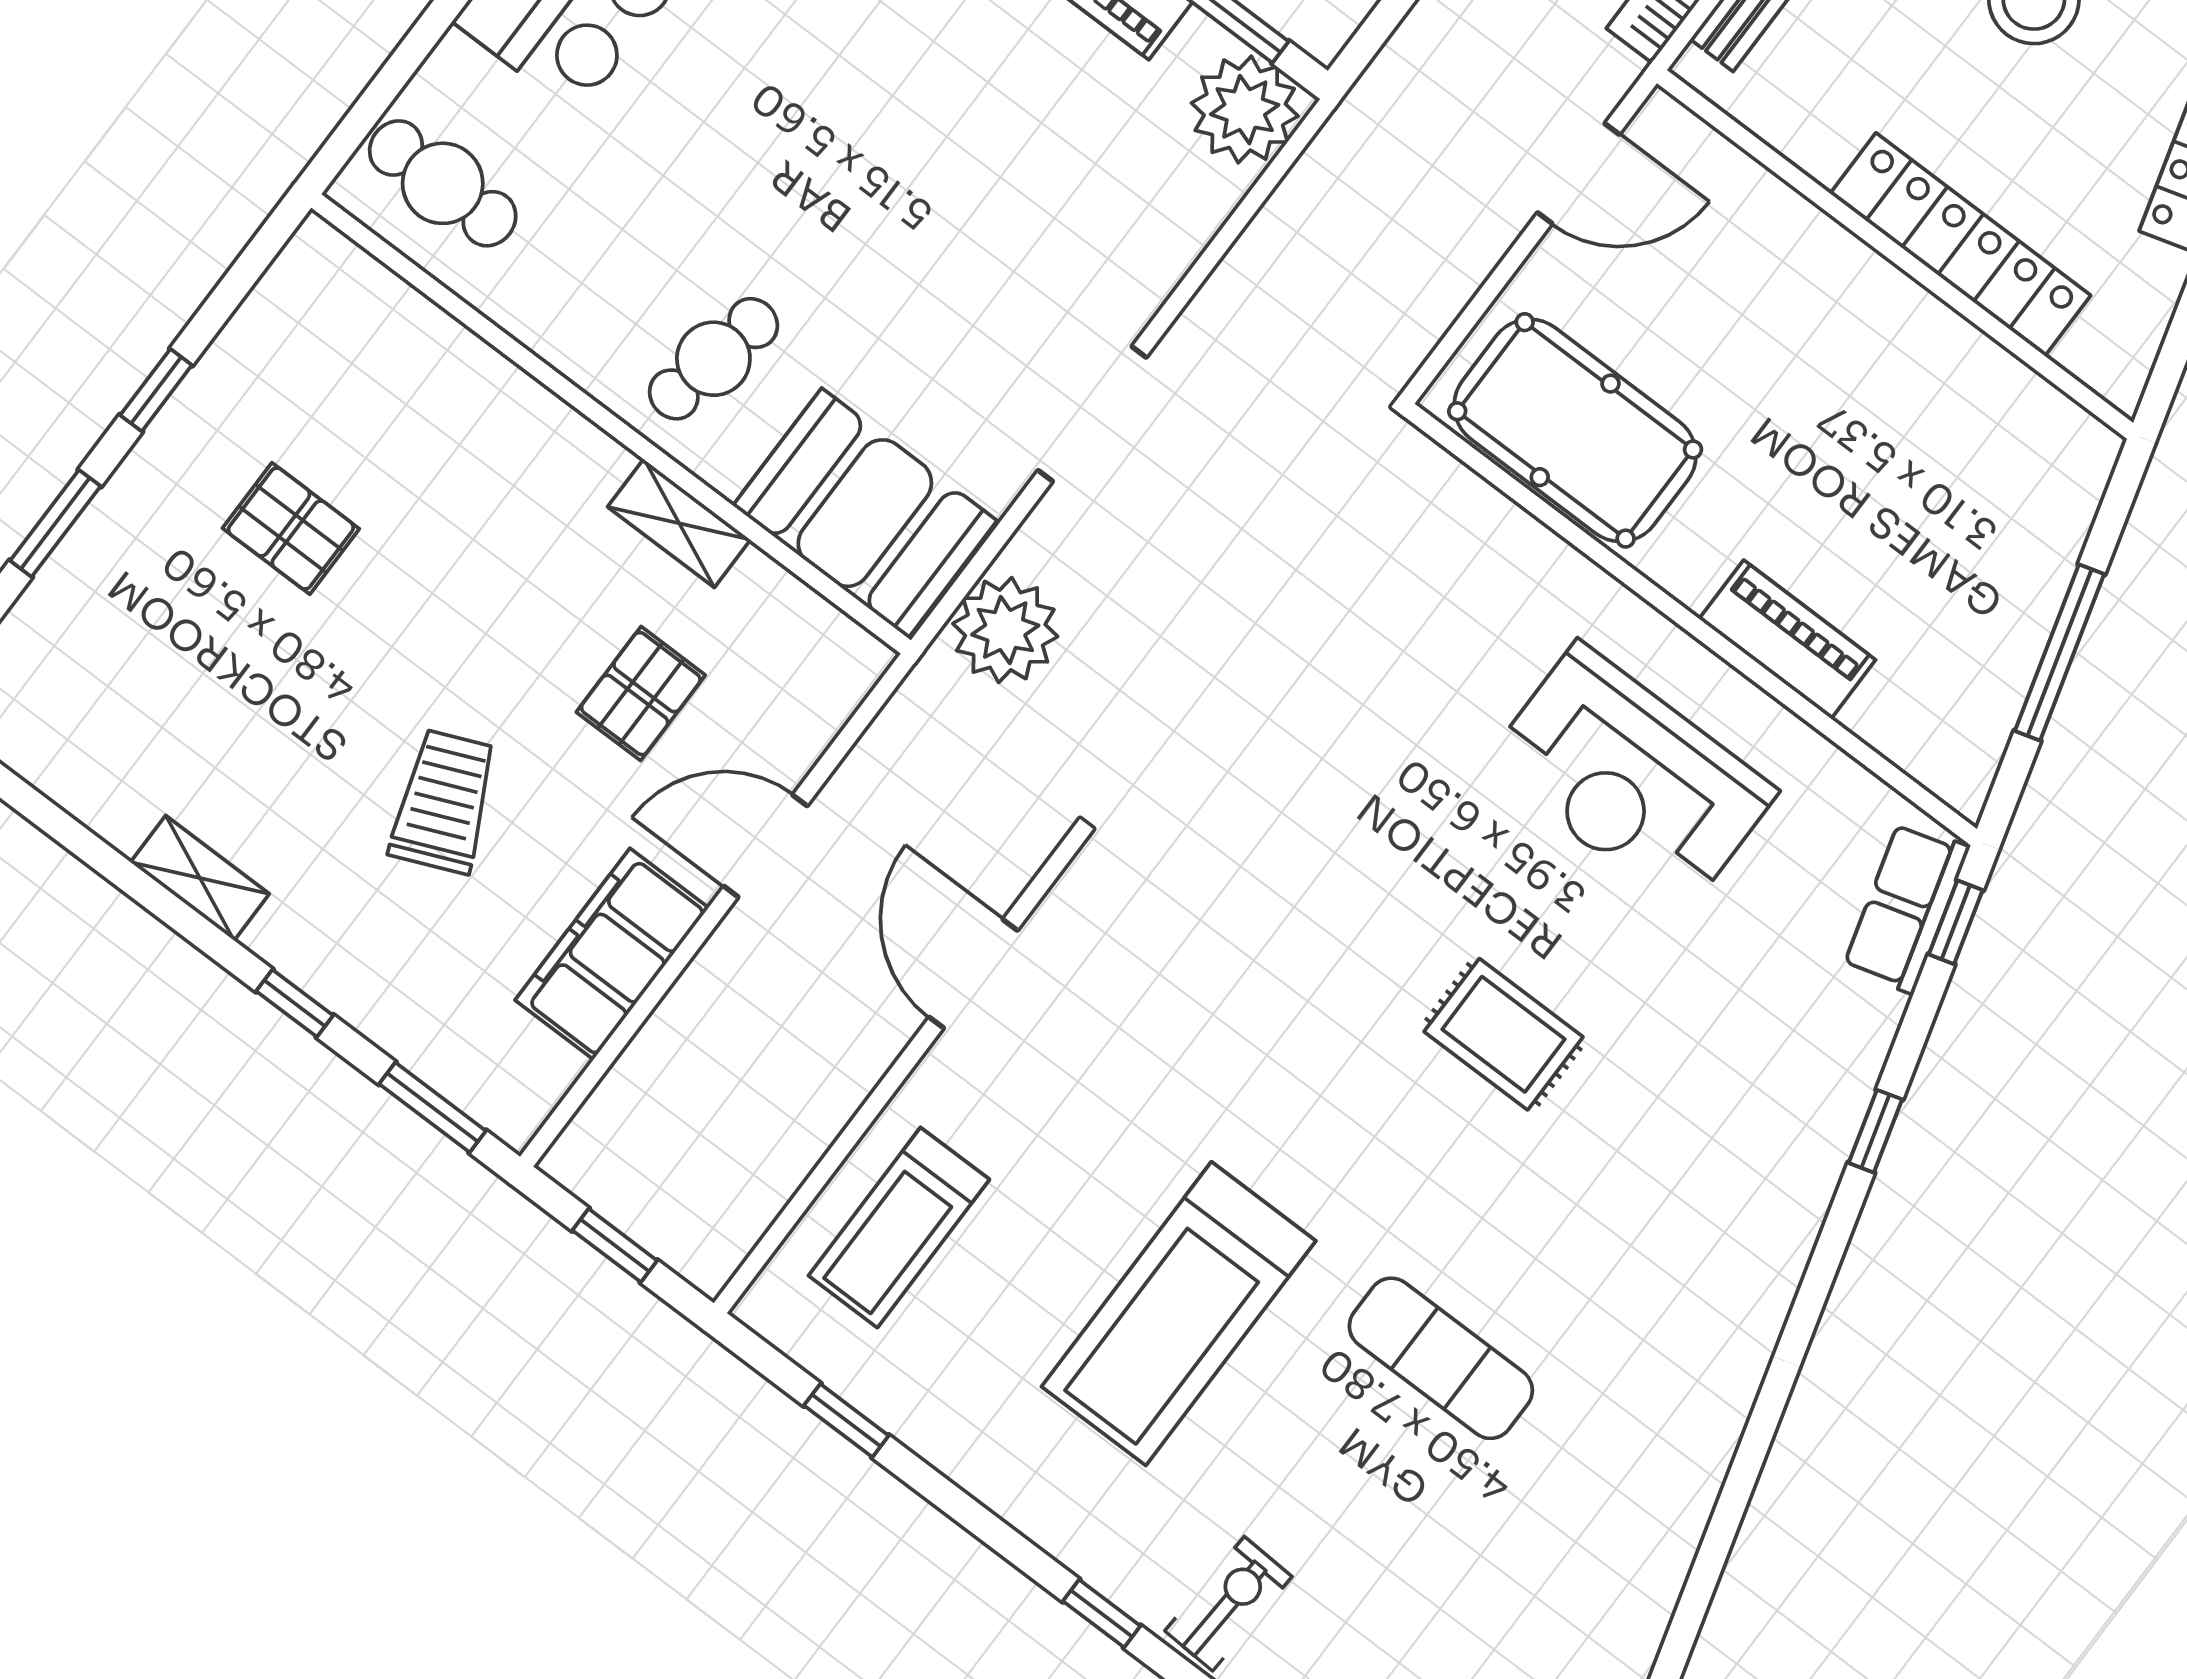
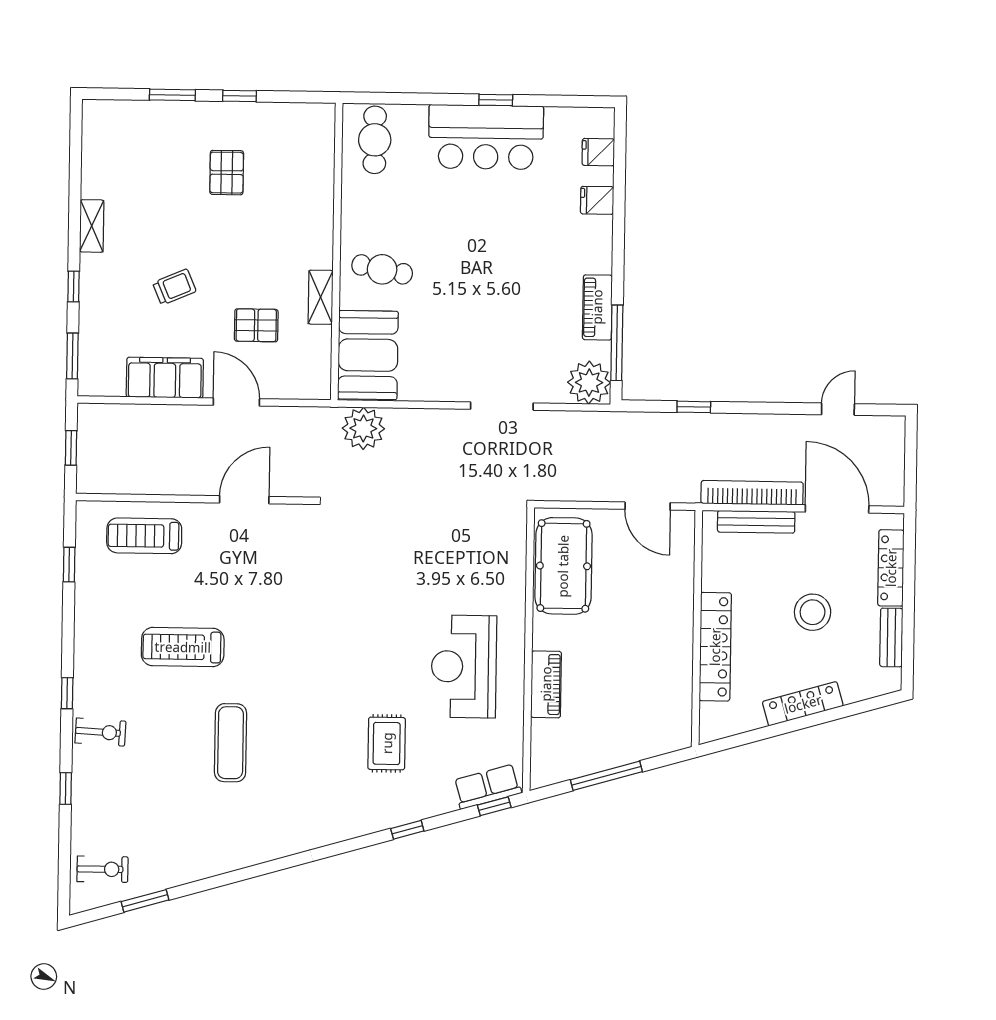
doorway: (1092, 414) -> (502, 406), moved
trolley: (444, 802) -> (174, 287), width x0.73, depth x0.72
rug: (1503, 1034) -> (387, 743), moved
treadmill: (1179, 1314) -> (183, 647), width x0.73, depth x0.73

